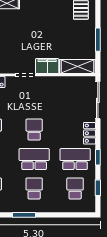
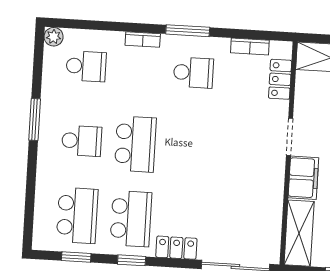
school desk: (34, 130) -> (189, 147), removed
school desk: (75, 188) -> (77, 215), width x1.85

